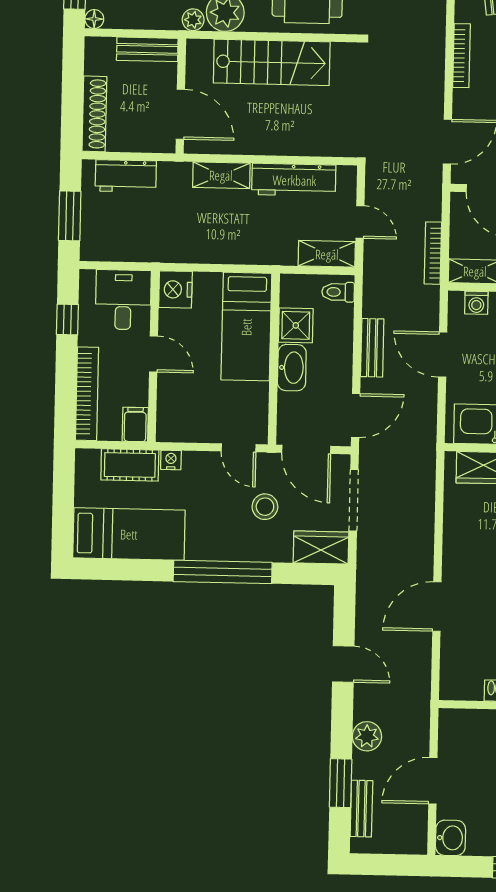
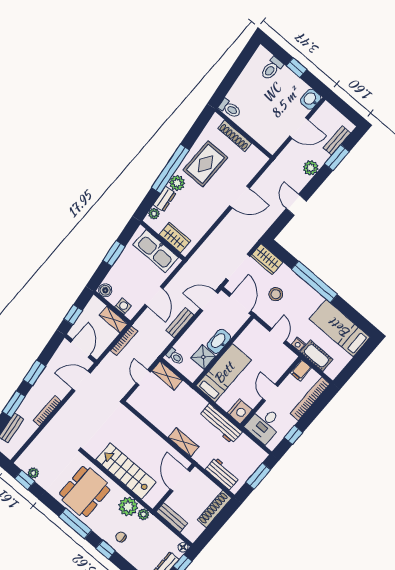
workbench: (294, 180) -> (221, 424), moved, turned 180
door: (239, 448) -> (278, 336), moved

